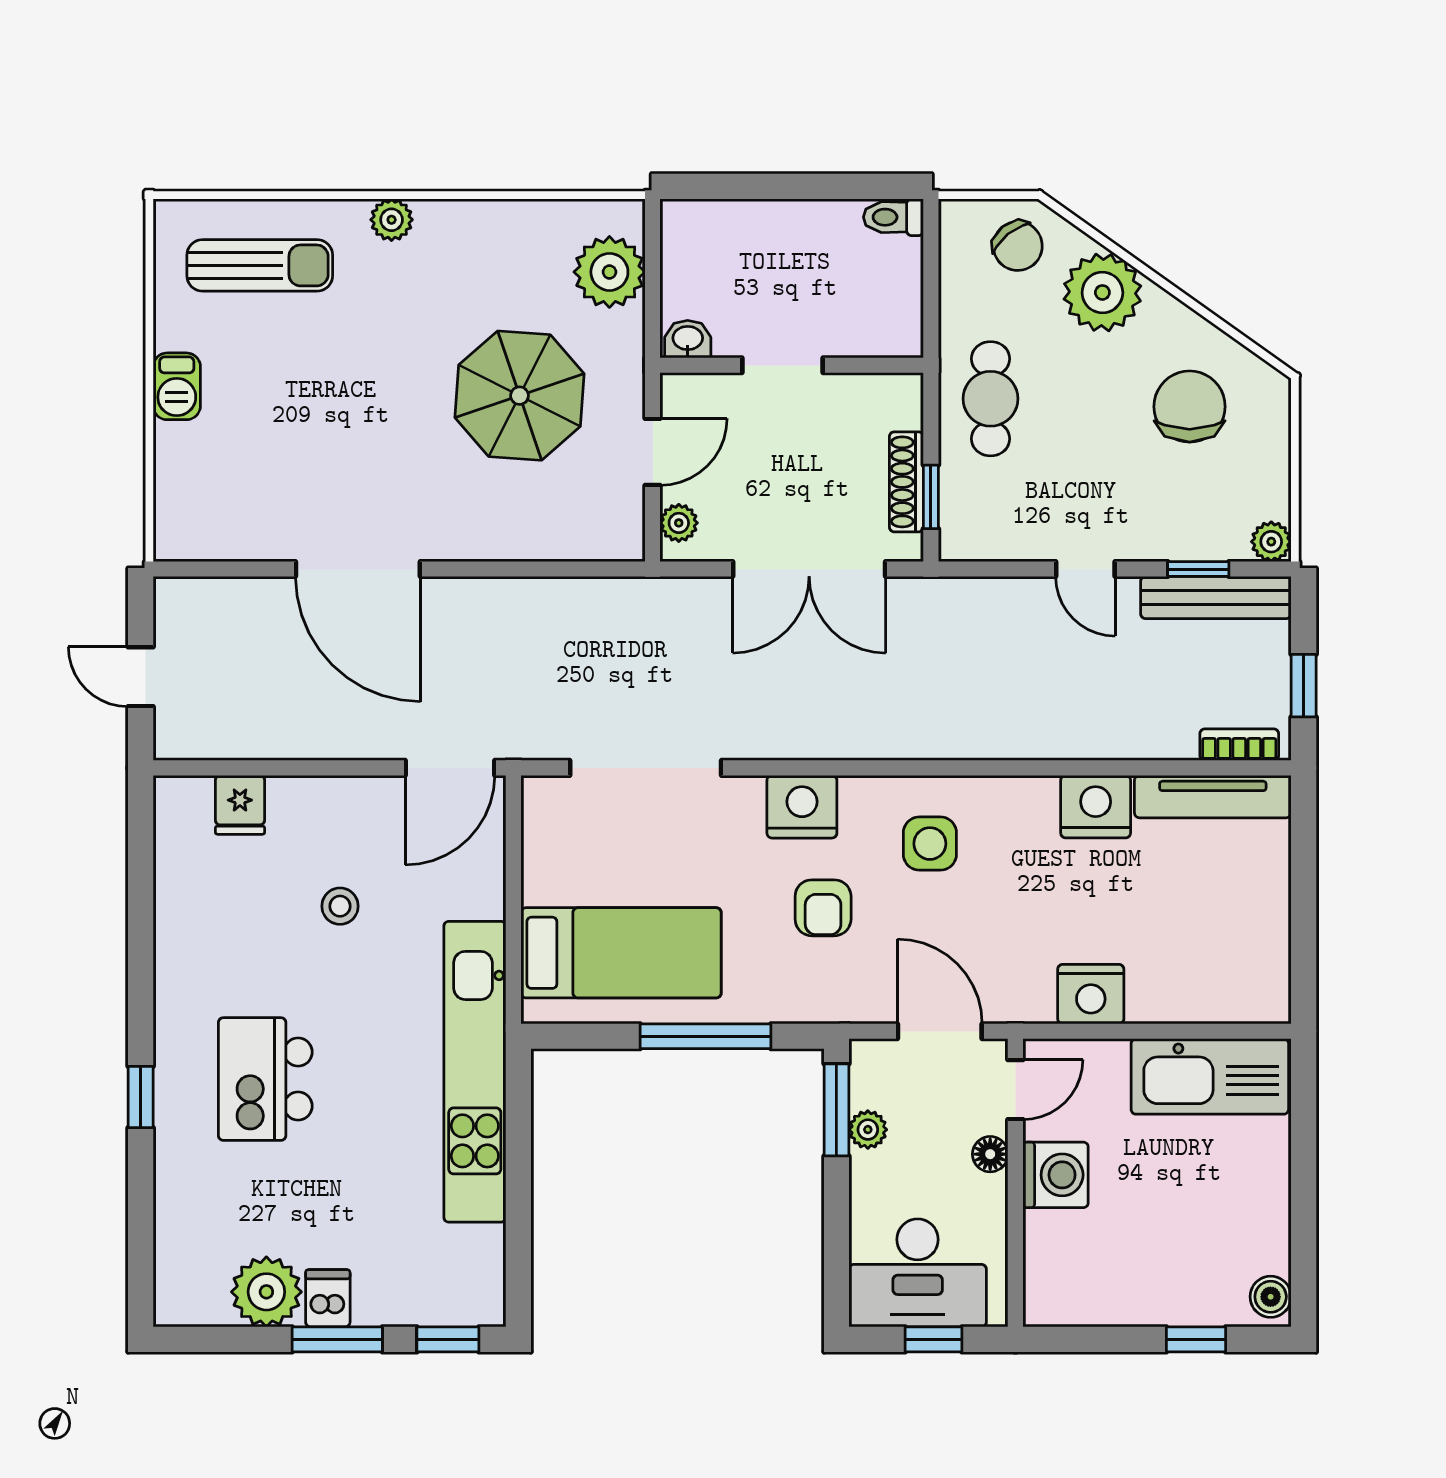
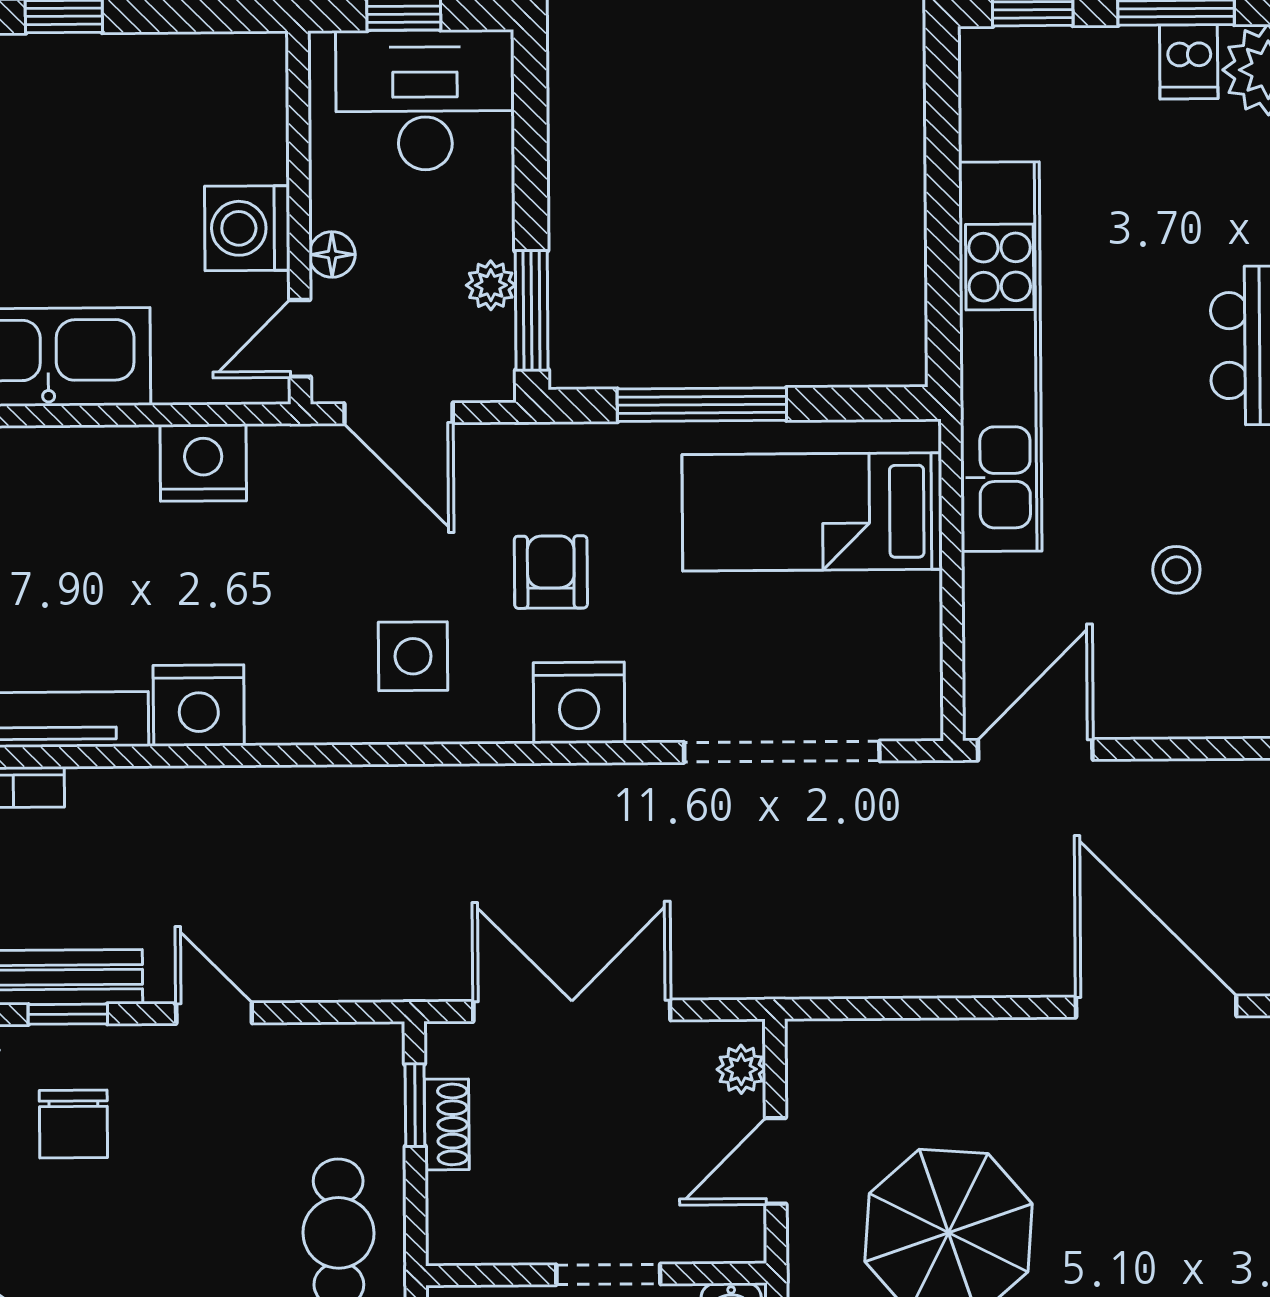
chair: (1190, 407) -> (73, 1124), moved, width x0.73, depth x0.73
shoe rack: (906, 482) -> (447, 1124), width x0.70

